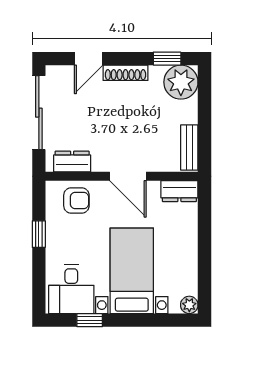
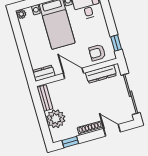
door: (89, 59) -> (112, 130), hinge flipped
plant: (181, 82) -> (56, 119), moved
dresser: (72, 162) -> (101, 74), width x1.44
window: (39, 234) -> (116, 43), moved

